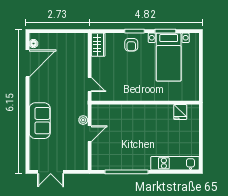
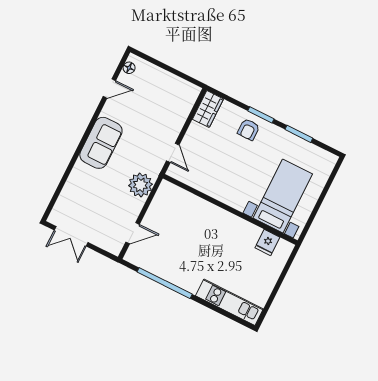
bed with nightstands: (169, 57) -> (283, 196), moved, turned 180
door: (27, 63) -> (109, 89), width x0.53
plant: (83, 120) -> (140, 185), width x1.88, depth x1.88
sofa: (40, 121) -> (101, 143), moved
door: (90, 134) -> (133, 233), moved

